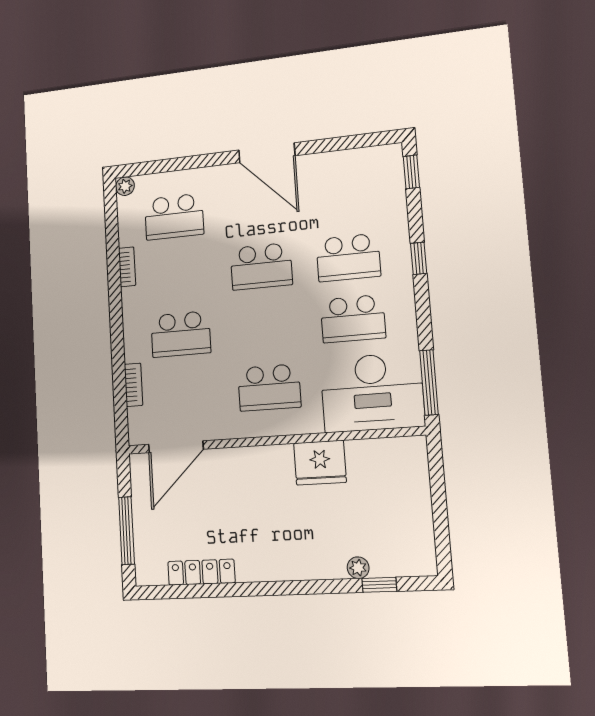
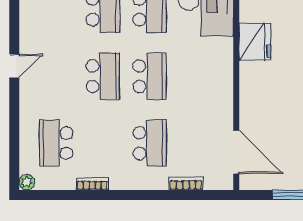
door: (267, 153) -> (14, 66), width x0.53
school desk: (174, 217) -> (56, 143), turned 180
school desk: (269, 388) -> (150, 76), moved

